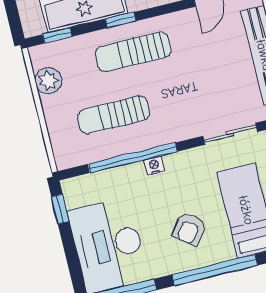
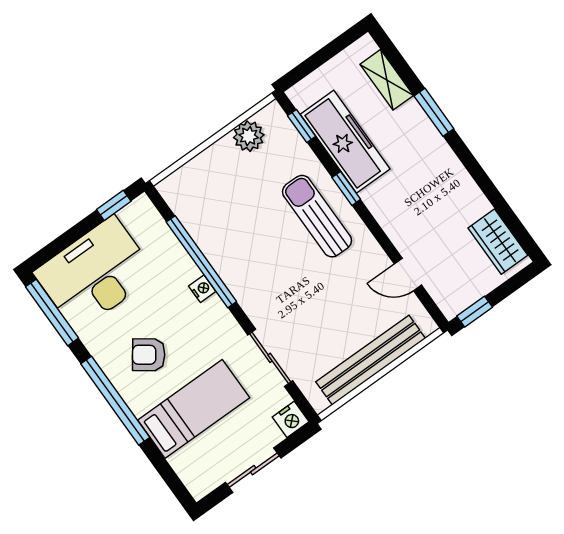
sun lounger: (114, 115) -> (240, 222), removed

